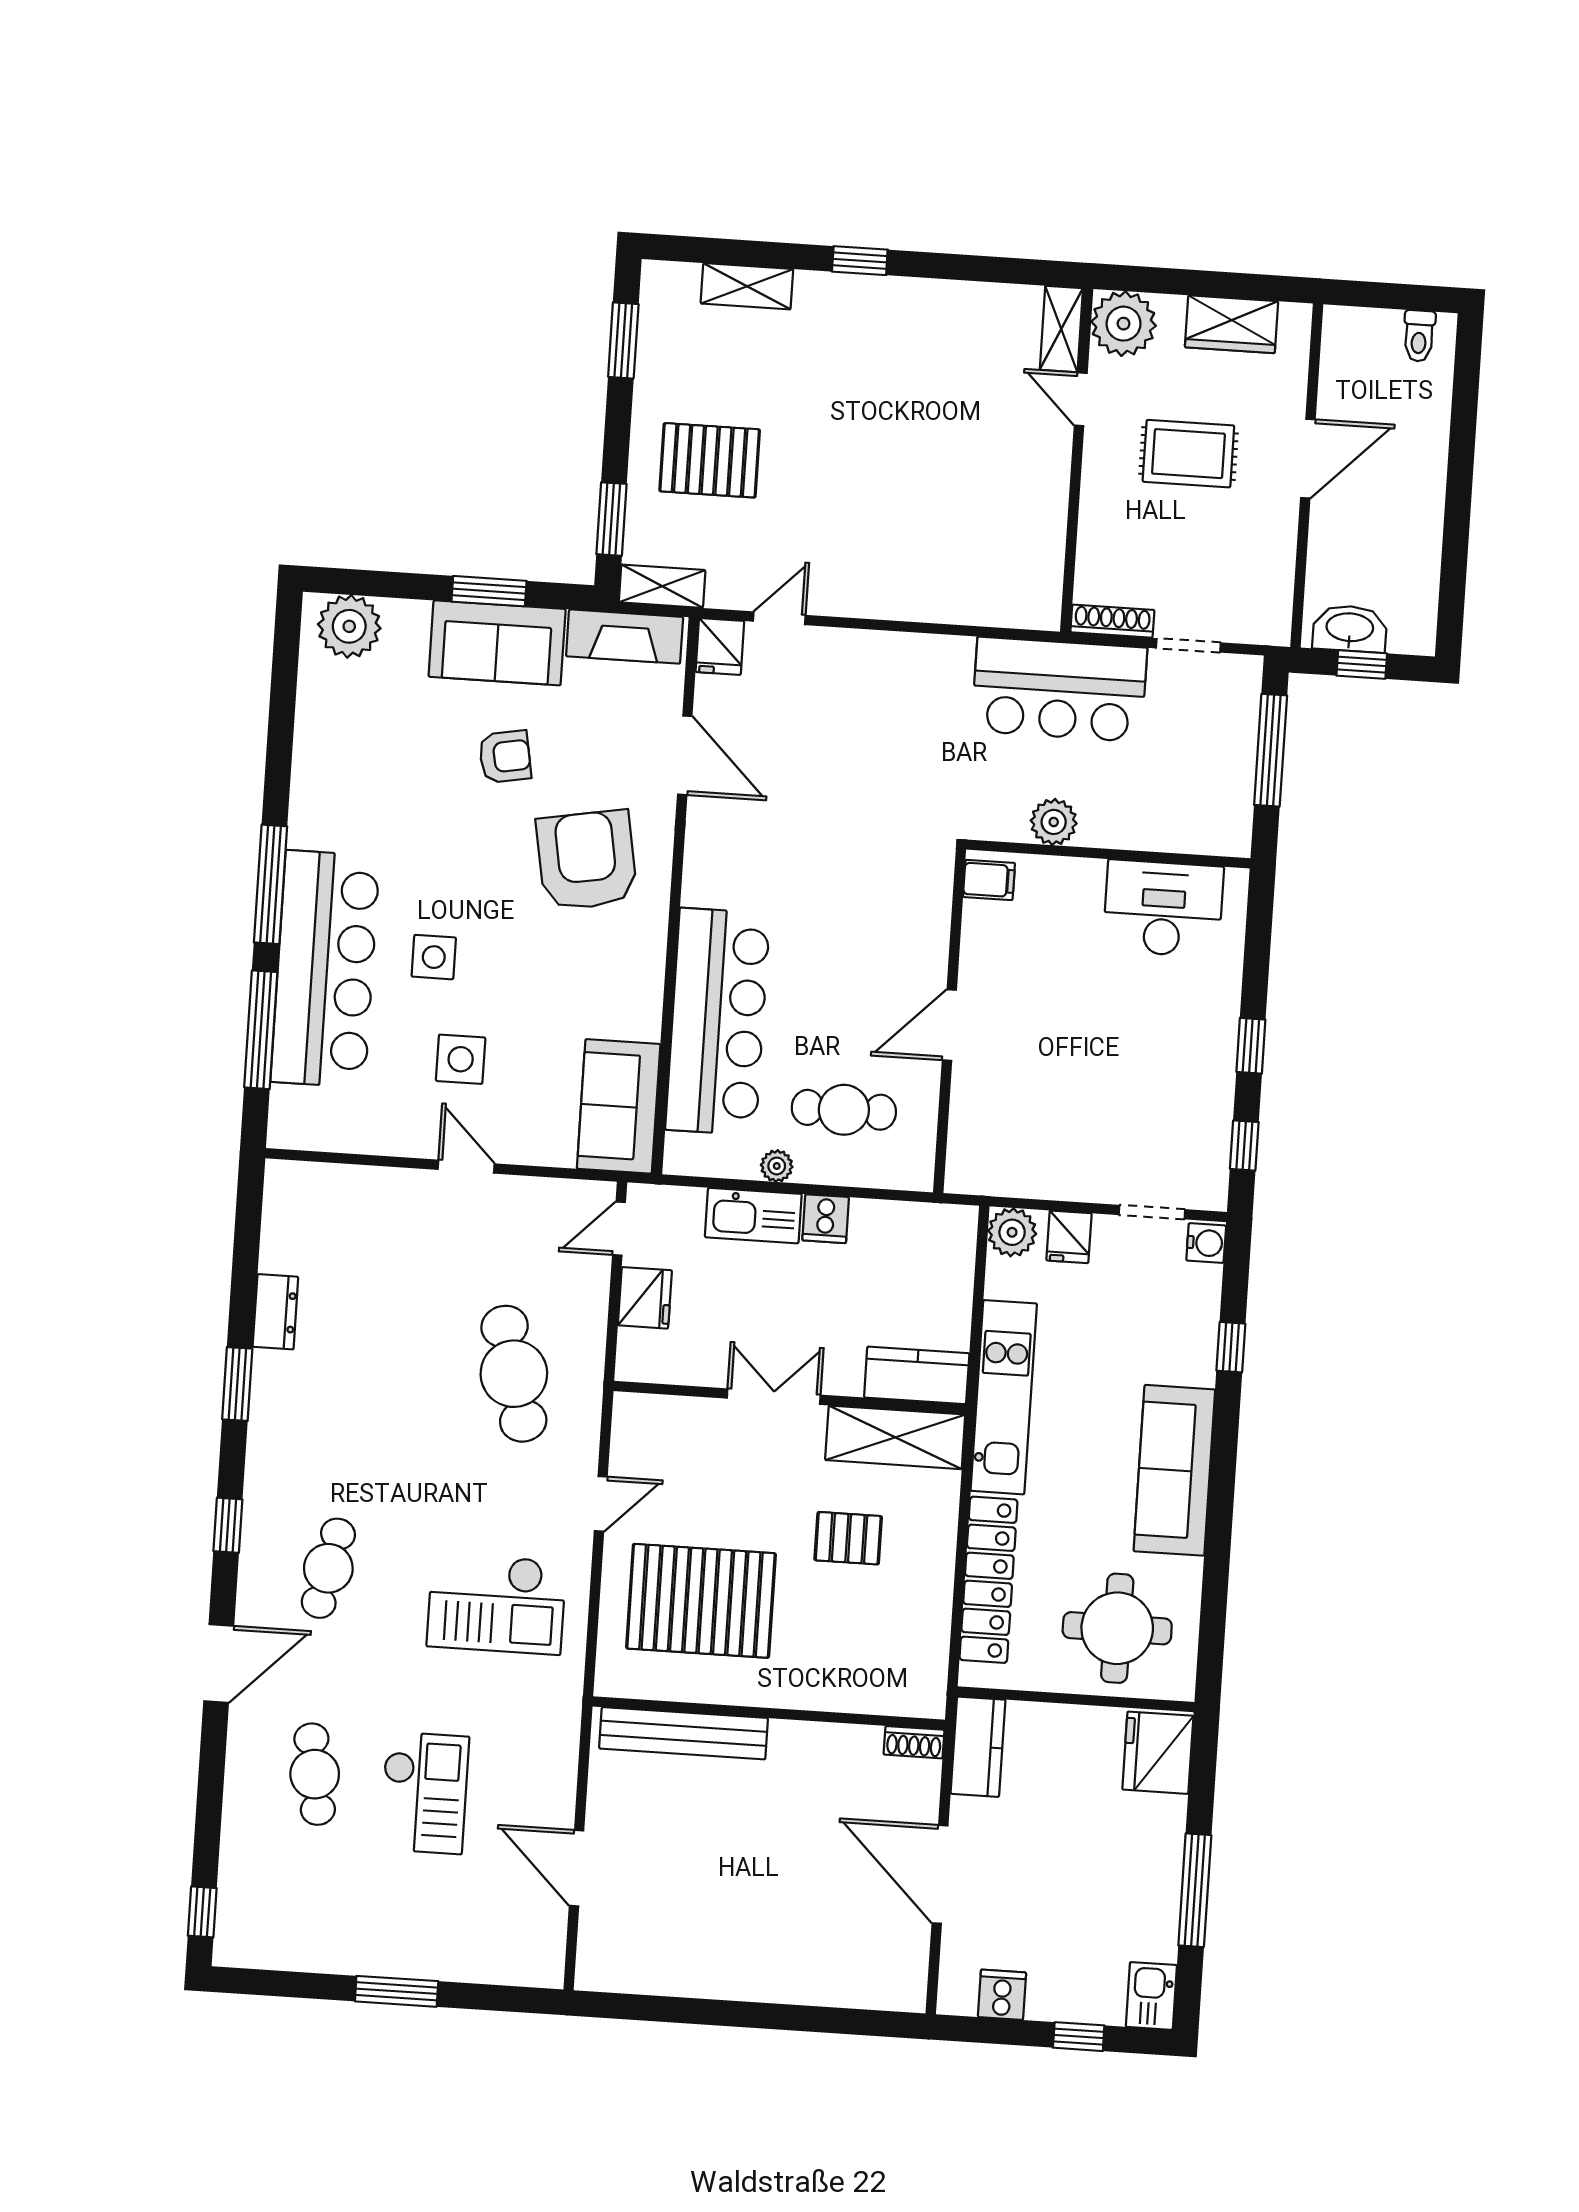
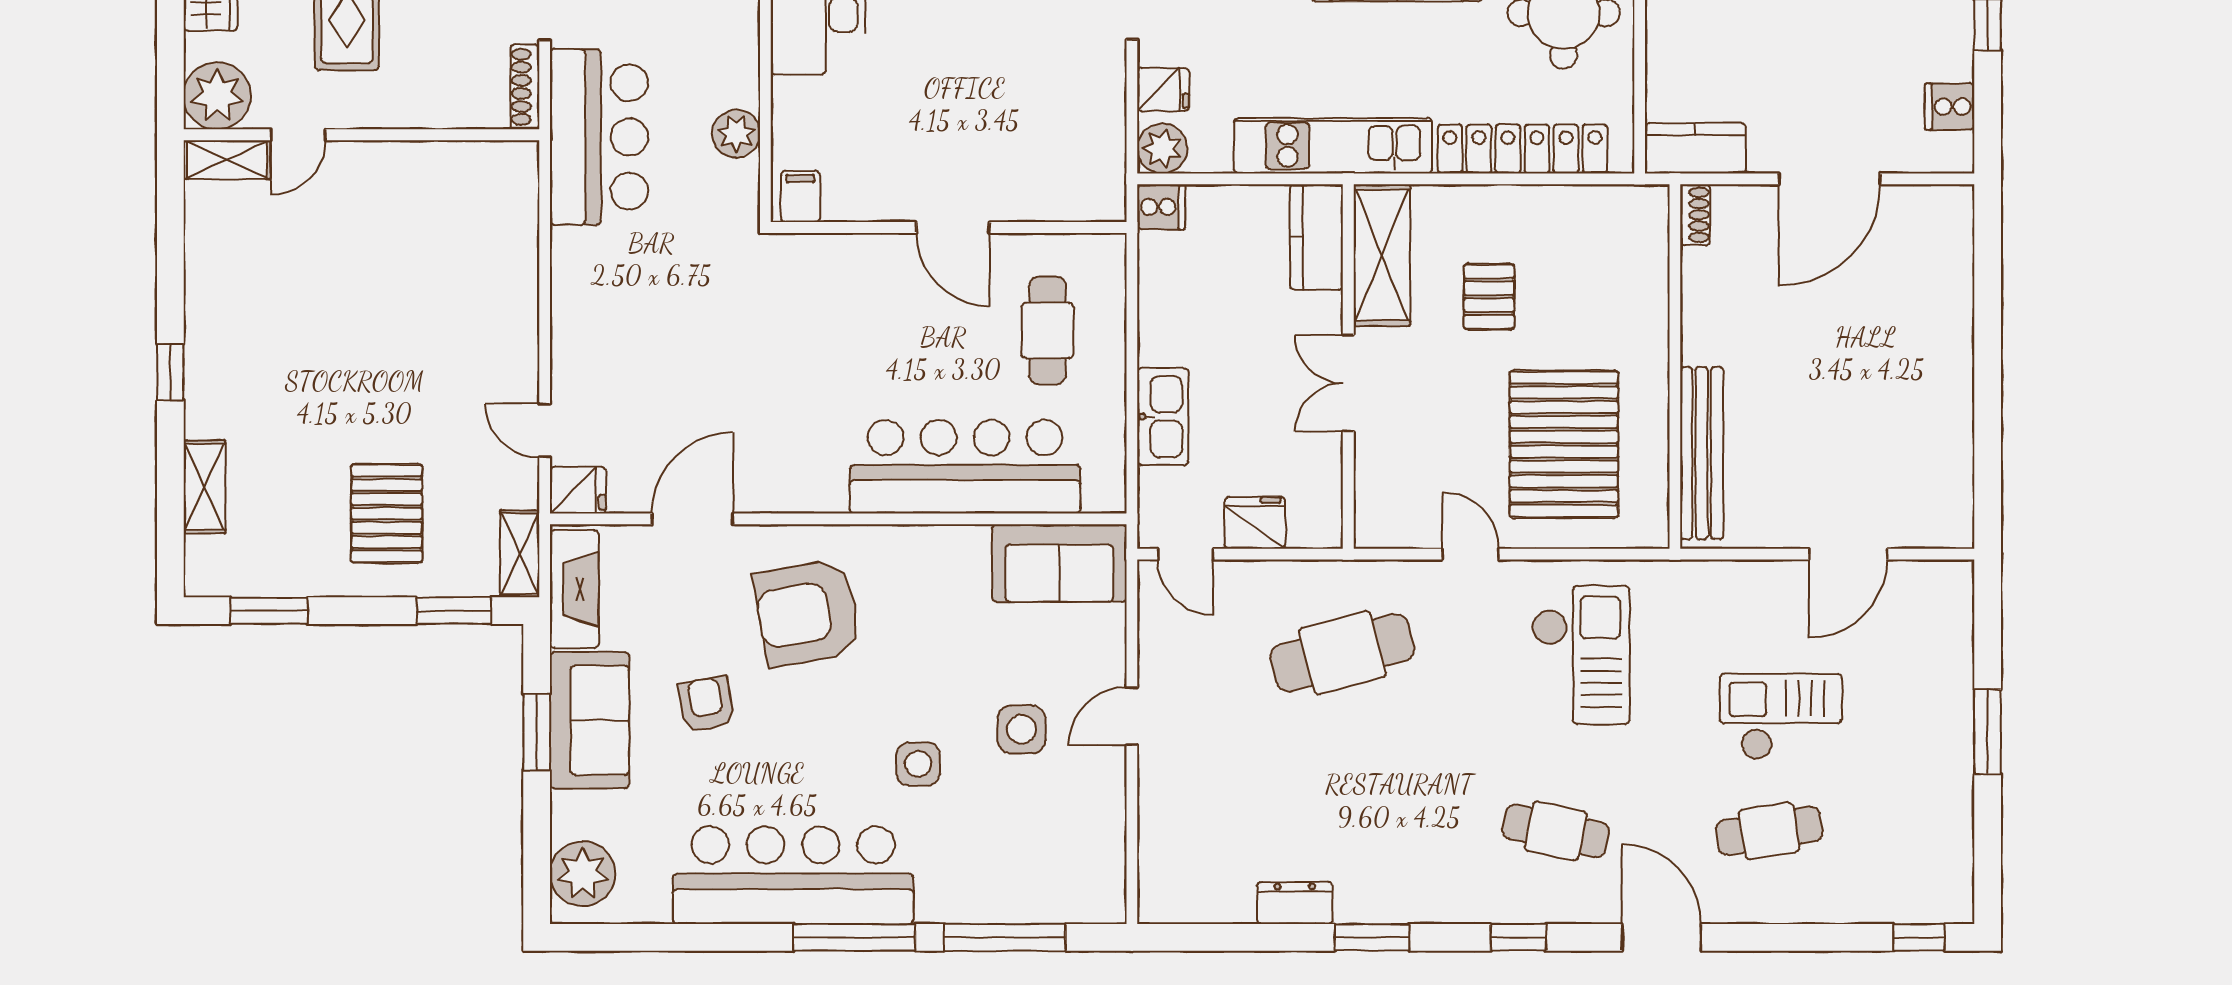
bar counter: (325, 969) -> (793, 875), moved
plant: (777, 1166) -> (1110, 396), removed
cooker: (826, 1219) -> (1161, 207), moved

